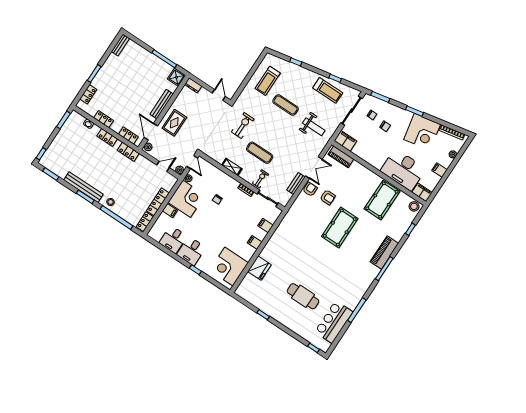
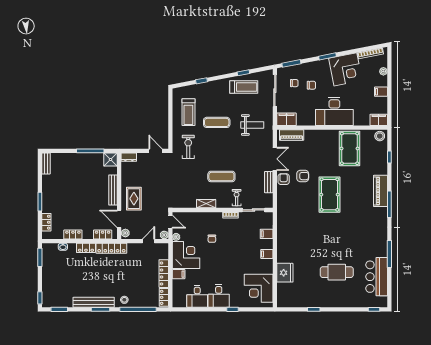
exercise bike: (243, 125) -> (188, 147), moved
locker: (128, 152) -> (111, 248), width x1.53
desk: (403, 170) -> (334, 112), moved

